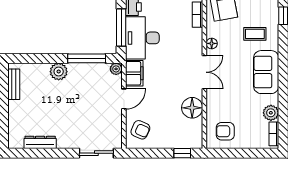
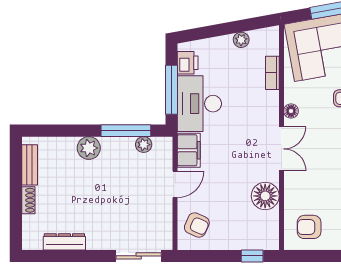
plant: (116, 69) -> (144, 145), moved
shoe rack: (13, 111) -> (28, 200), added

